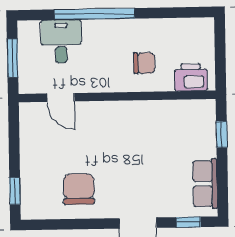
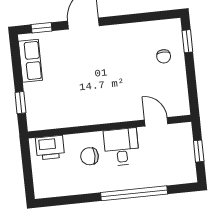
desk: (61, 41) -> (121, 147), moved, turned 180
window: (13, 58) -> (199, 151), width x0.67
chair: (79, 189) -> (164, 56), moved, width x0.54, depth x0.54

